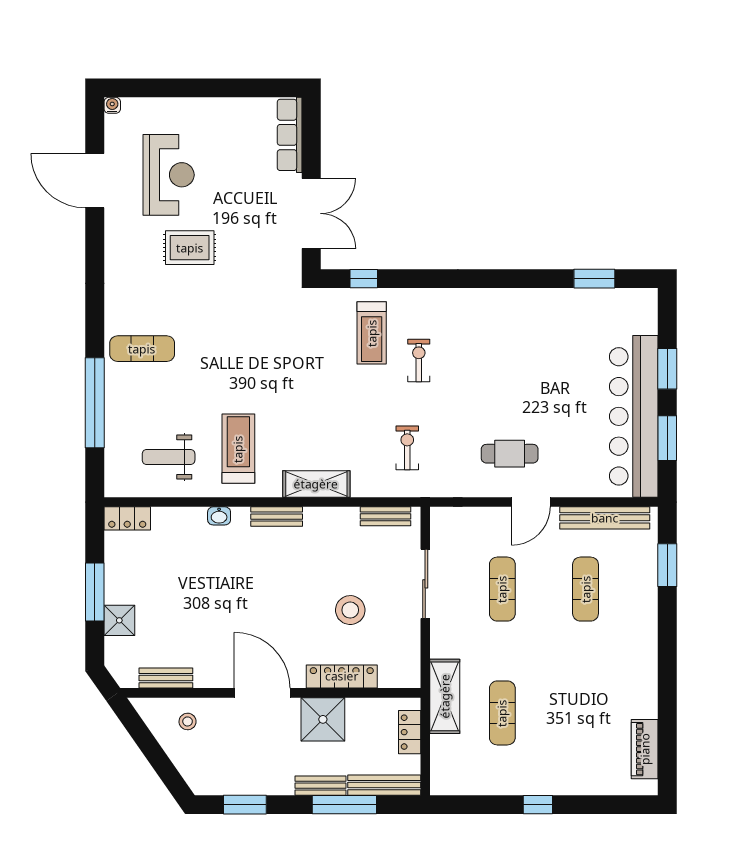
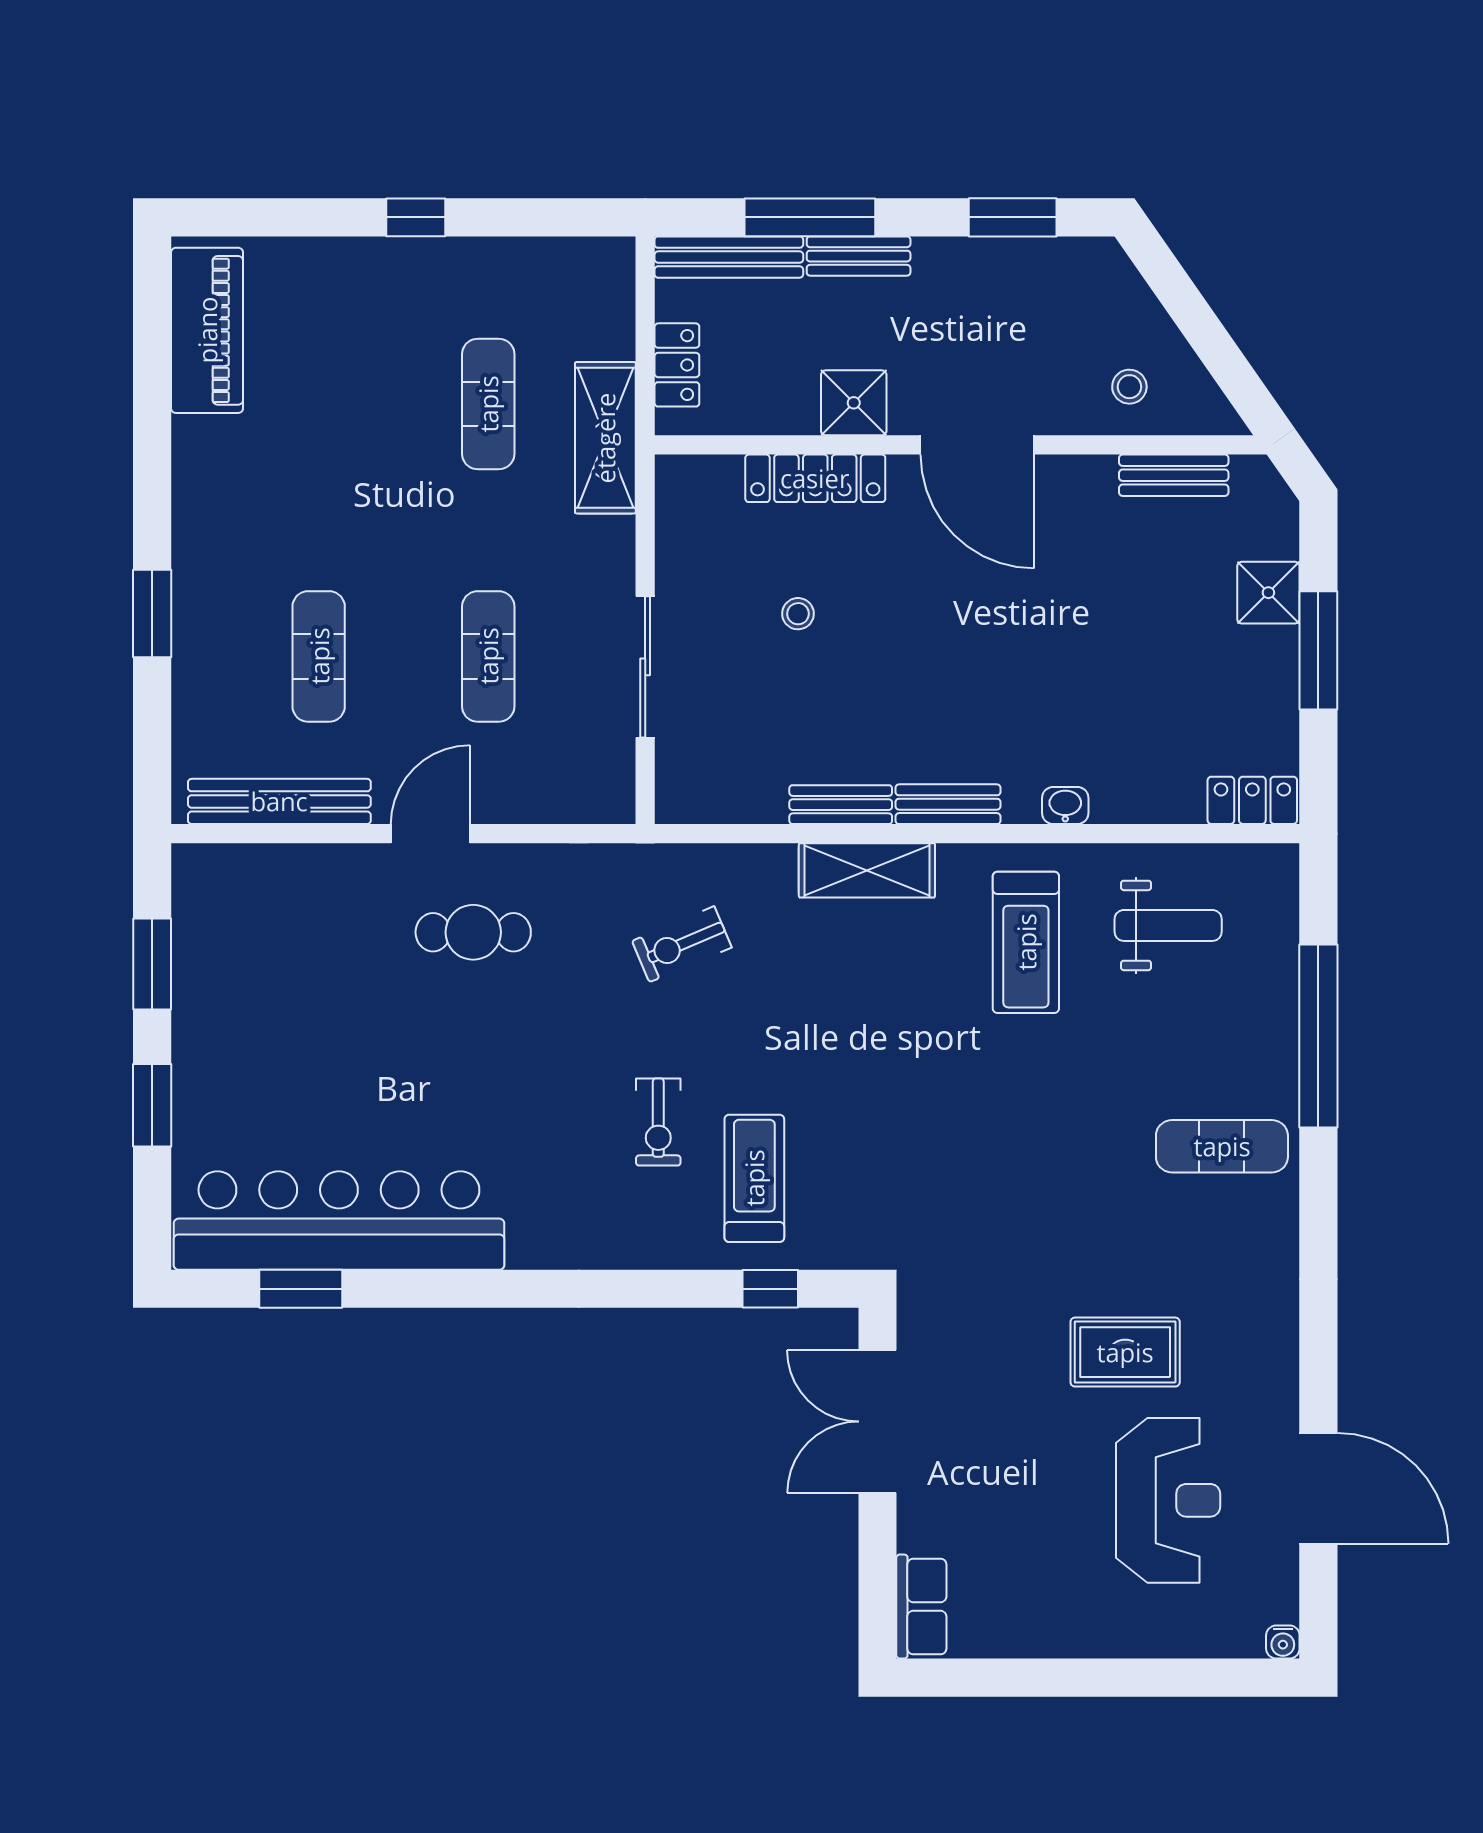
row of seats: (290, 135) -> (921, 1607), width x0.68
reception desk: (169, 175) -> (1168, 1500), turned 180
bar counter: (634, 416) -> (339, 1220), moved, turned -90
exercise bike: (407, 448) -> (682, 944), turned 67
bench: (385, 516) -> (841, 805), moved
window: (667, 565) -> (152, 613), moved
stool: (350, 610) -> (798, 614), width x0.53, depth x0.53
shower: (323, 719) -> (854, 403), width x0.73, depth x0.73
piano: (645, 749) -> (207, 330), width x1.37, depth x1.33

